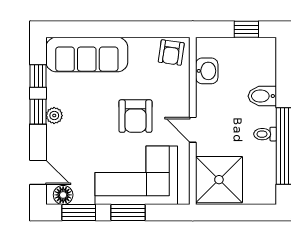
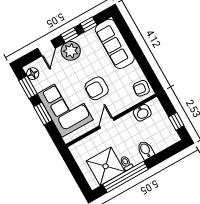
plant: (54, 116) -> (71, 51), width x1.88, depth x1.88
door: (38, 172) -> (46, 48), moved
shower: (219, 180) -> (106, 166), moved

